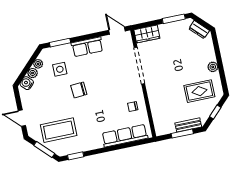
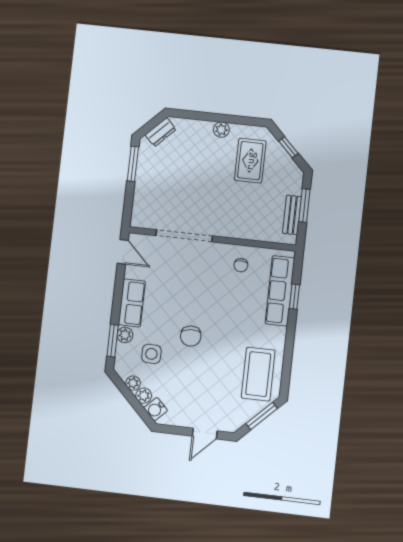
door: (117, 31) -> (123, 252), swing flipped
wardrobe: (147, 34) -> (142, 210), removed
plant: (66, 49) -> (125, 335), added
bench: (188, 125) -> (292, 215), moved
coffee table: (59, 130) -> (258, 374), moved
window: (76, 156) -> (294, 297), moved

